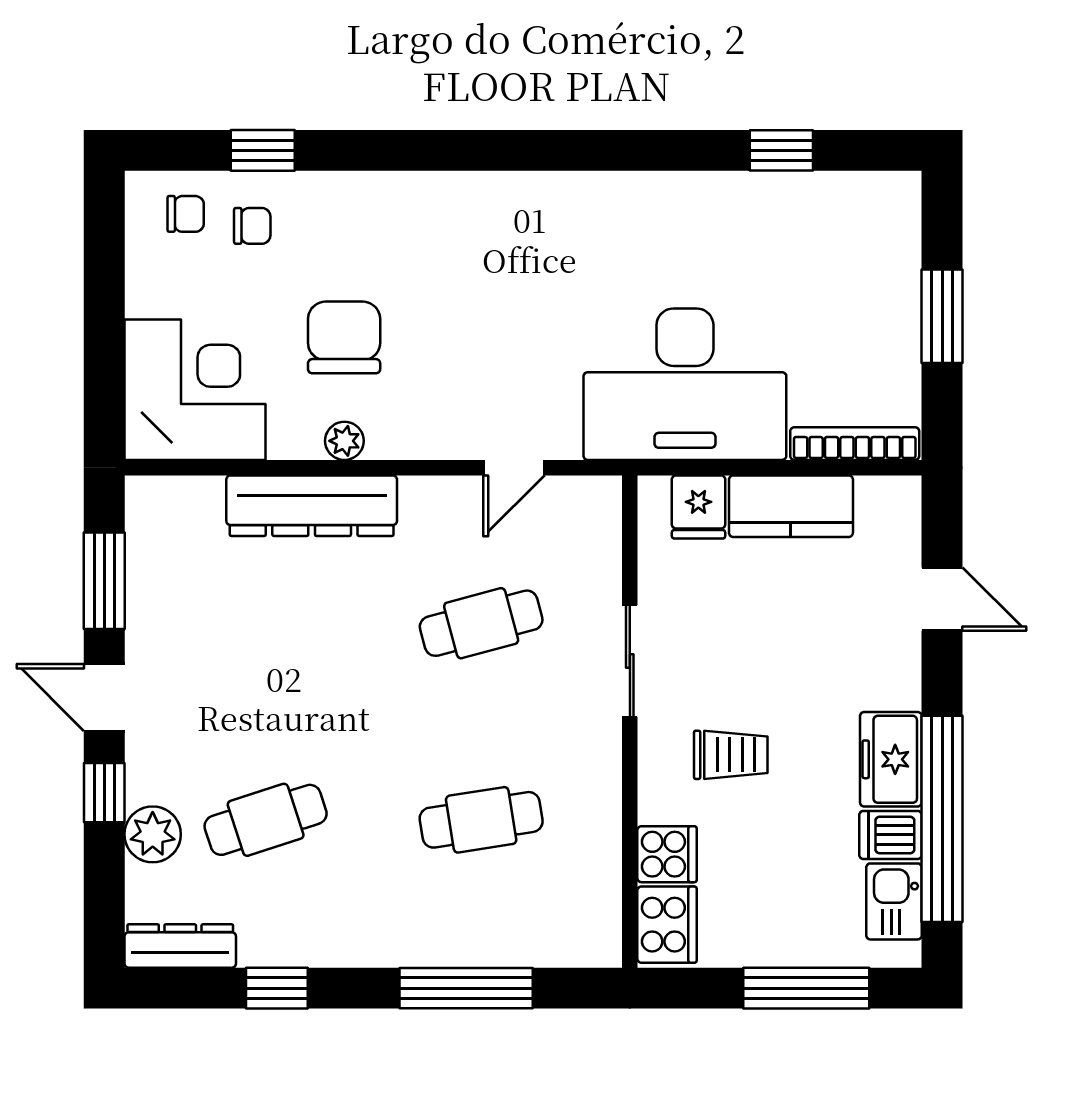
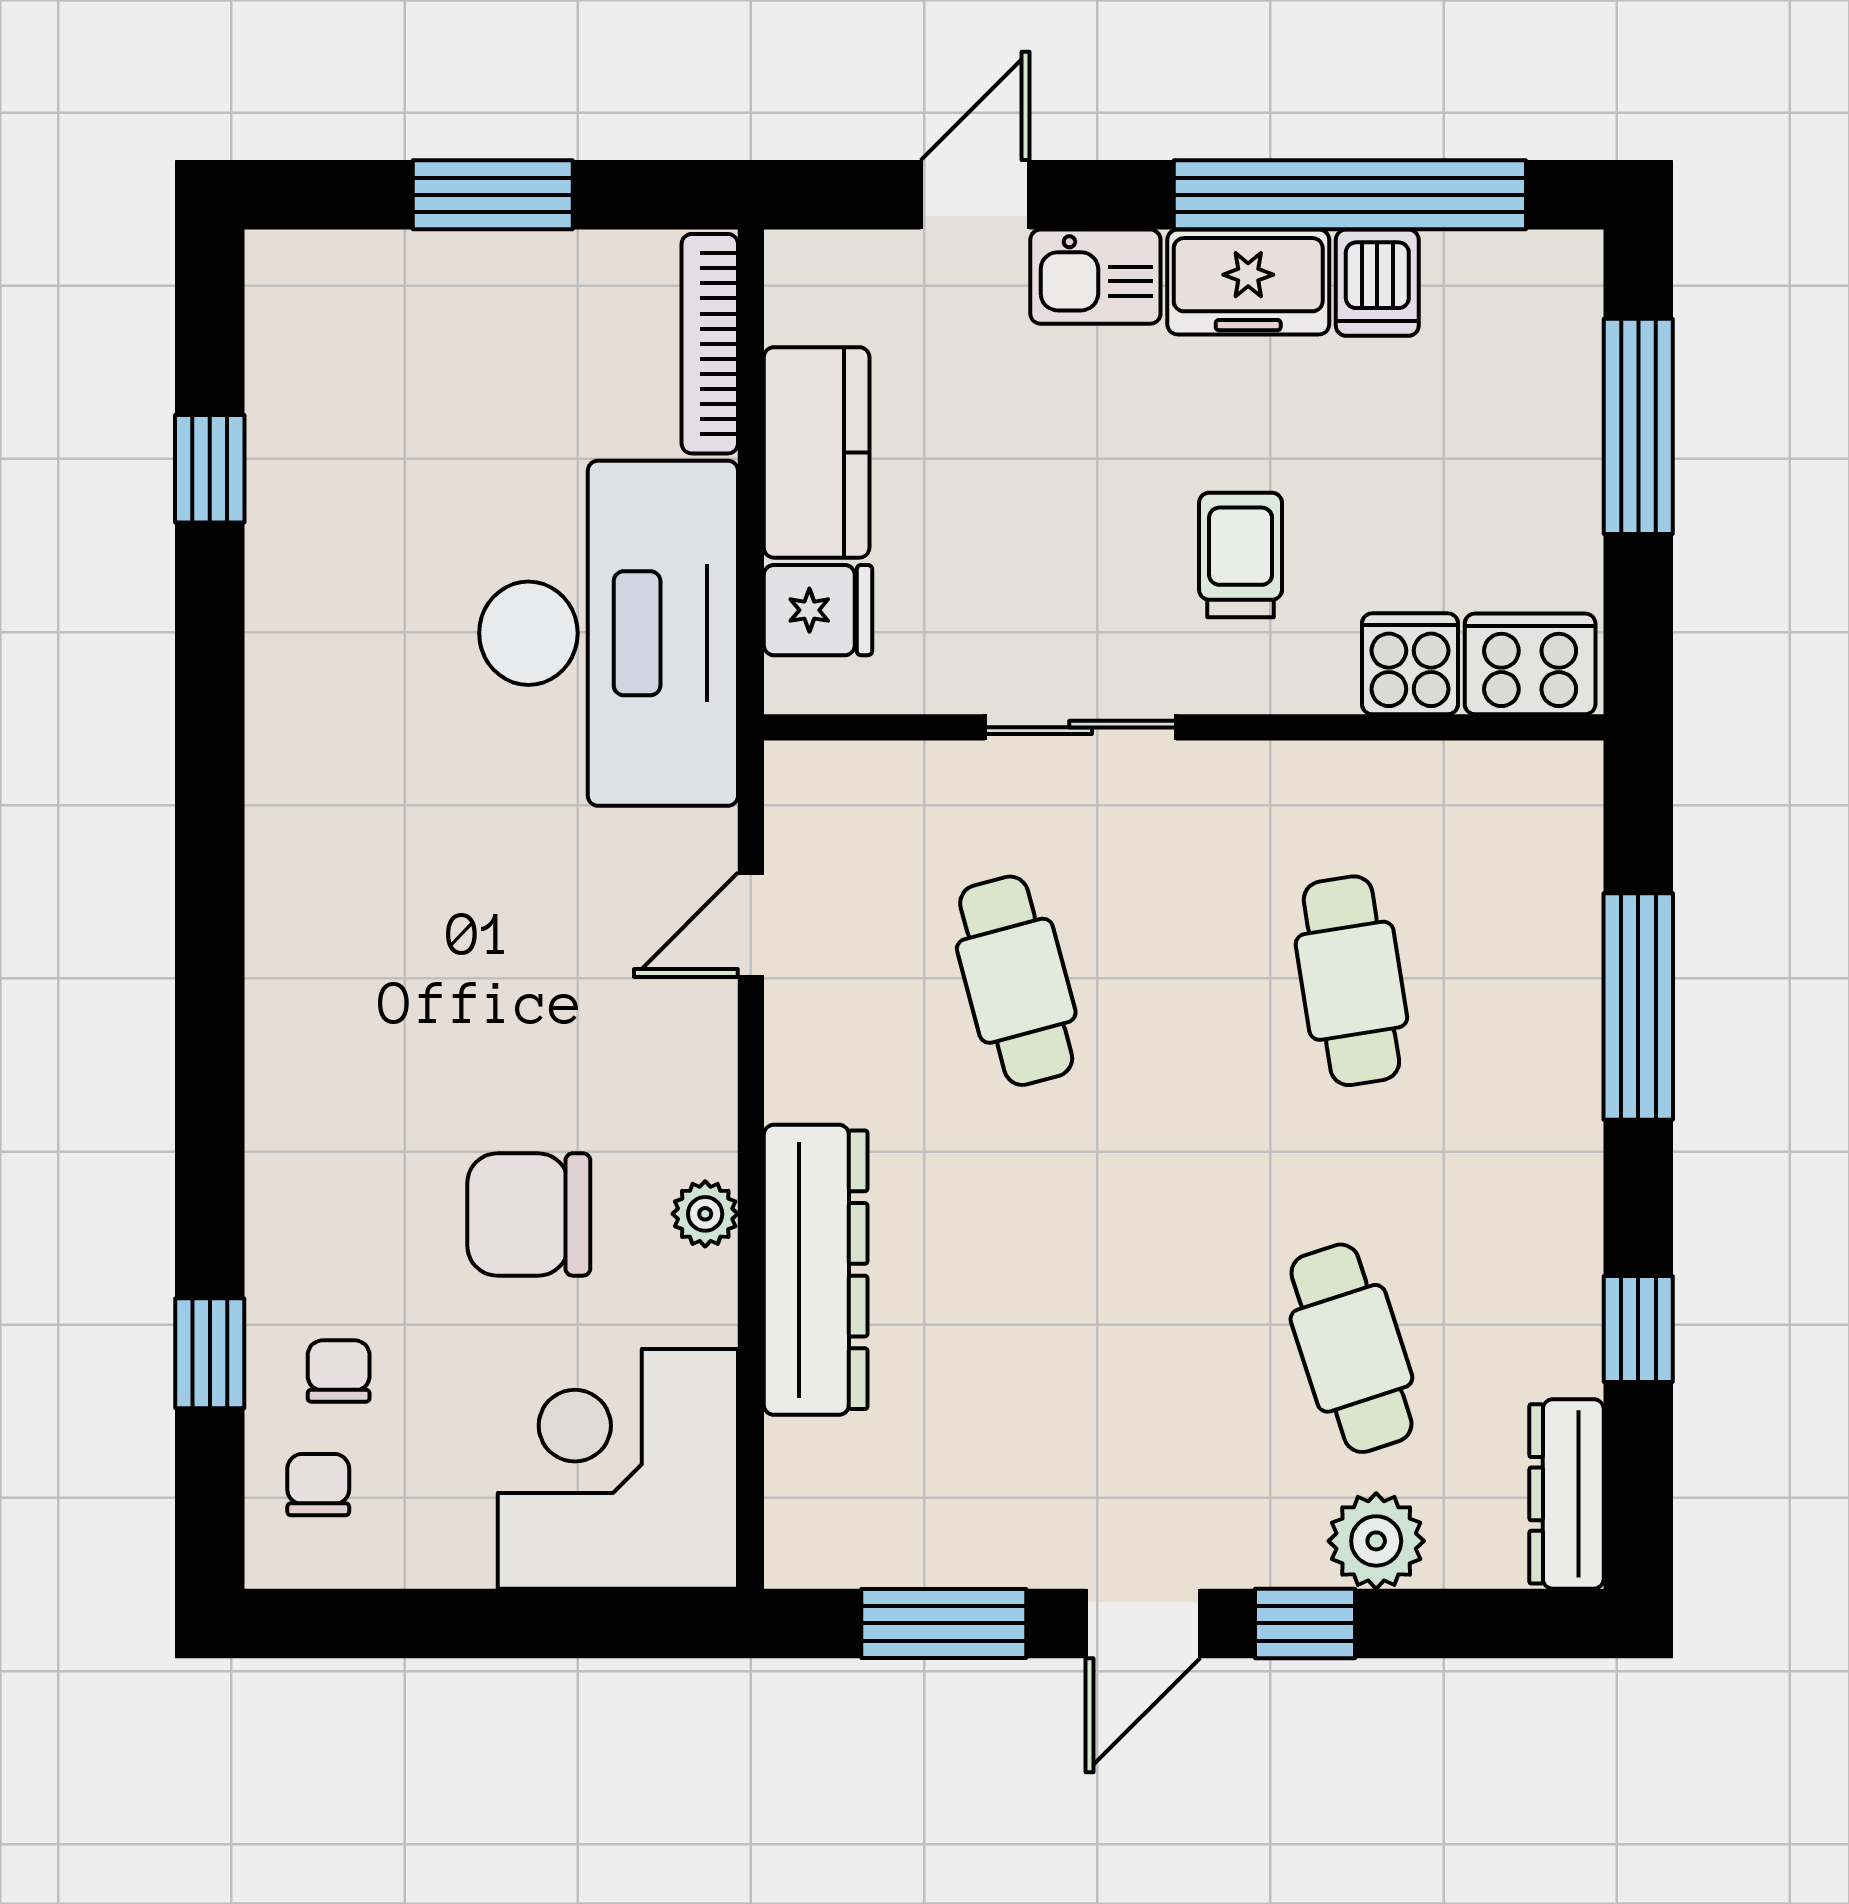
door: (514, 468) -> (751, 925), swing flipped
kitchen sink: (894, 901) -> (1095, 277), moved

